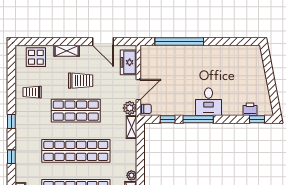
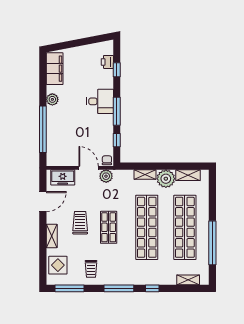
plant: (211, 51) -> (52, 99), added
filing cabinet: (243, 54) -> (55, 69), added
window: (11, 69) -> (70, 288), added
shop shelf: (76, 111) -> (109, 227), width x0.70, depth x0.74
window: (257, 119) -> (117, 70), moved
window: (11, 122) -> (119, 288), width x2.17
shelving: (131, 127) -> (145, 175), moved
plant: (131, 175) -> (166, 179), width x1.88, depth x1.88

